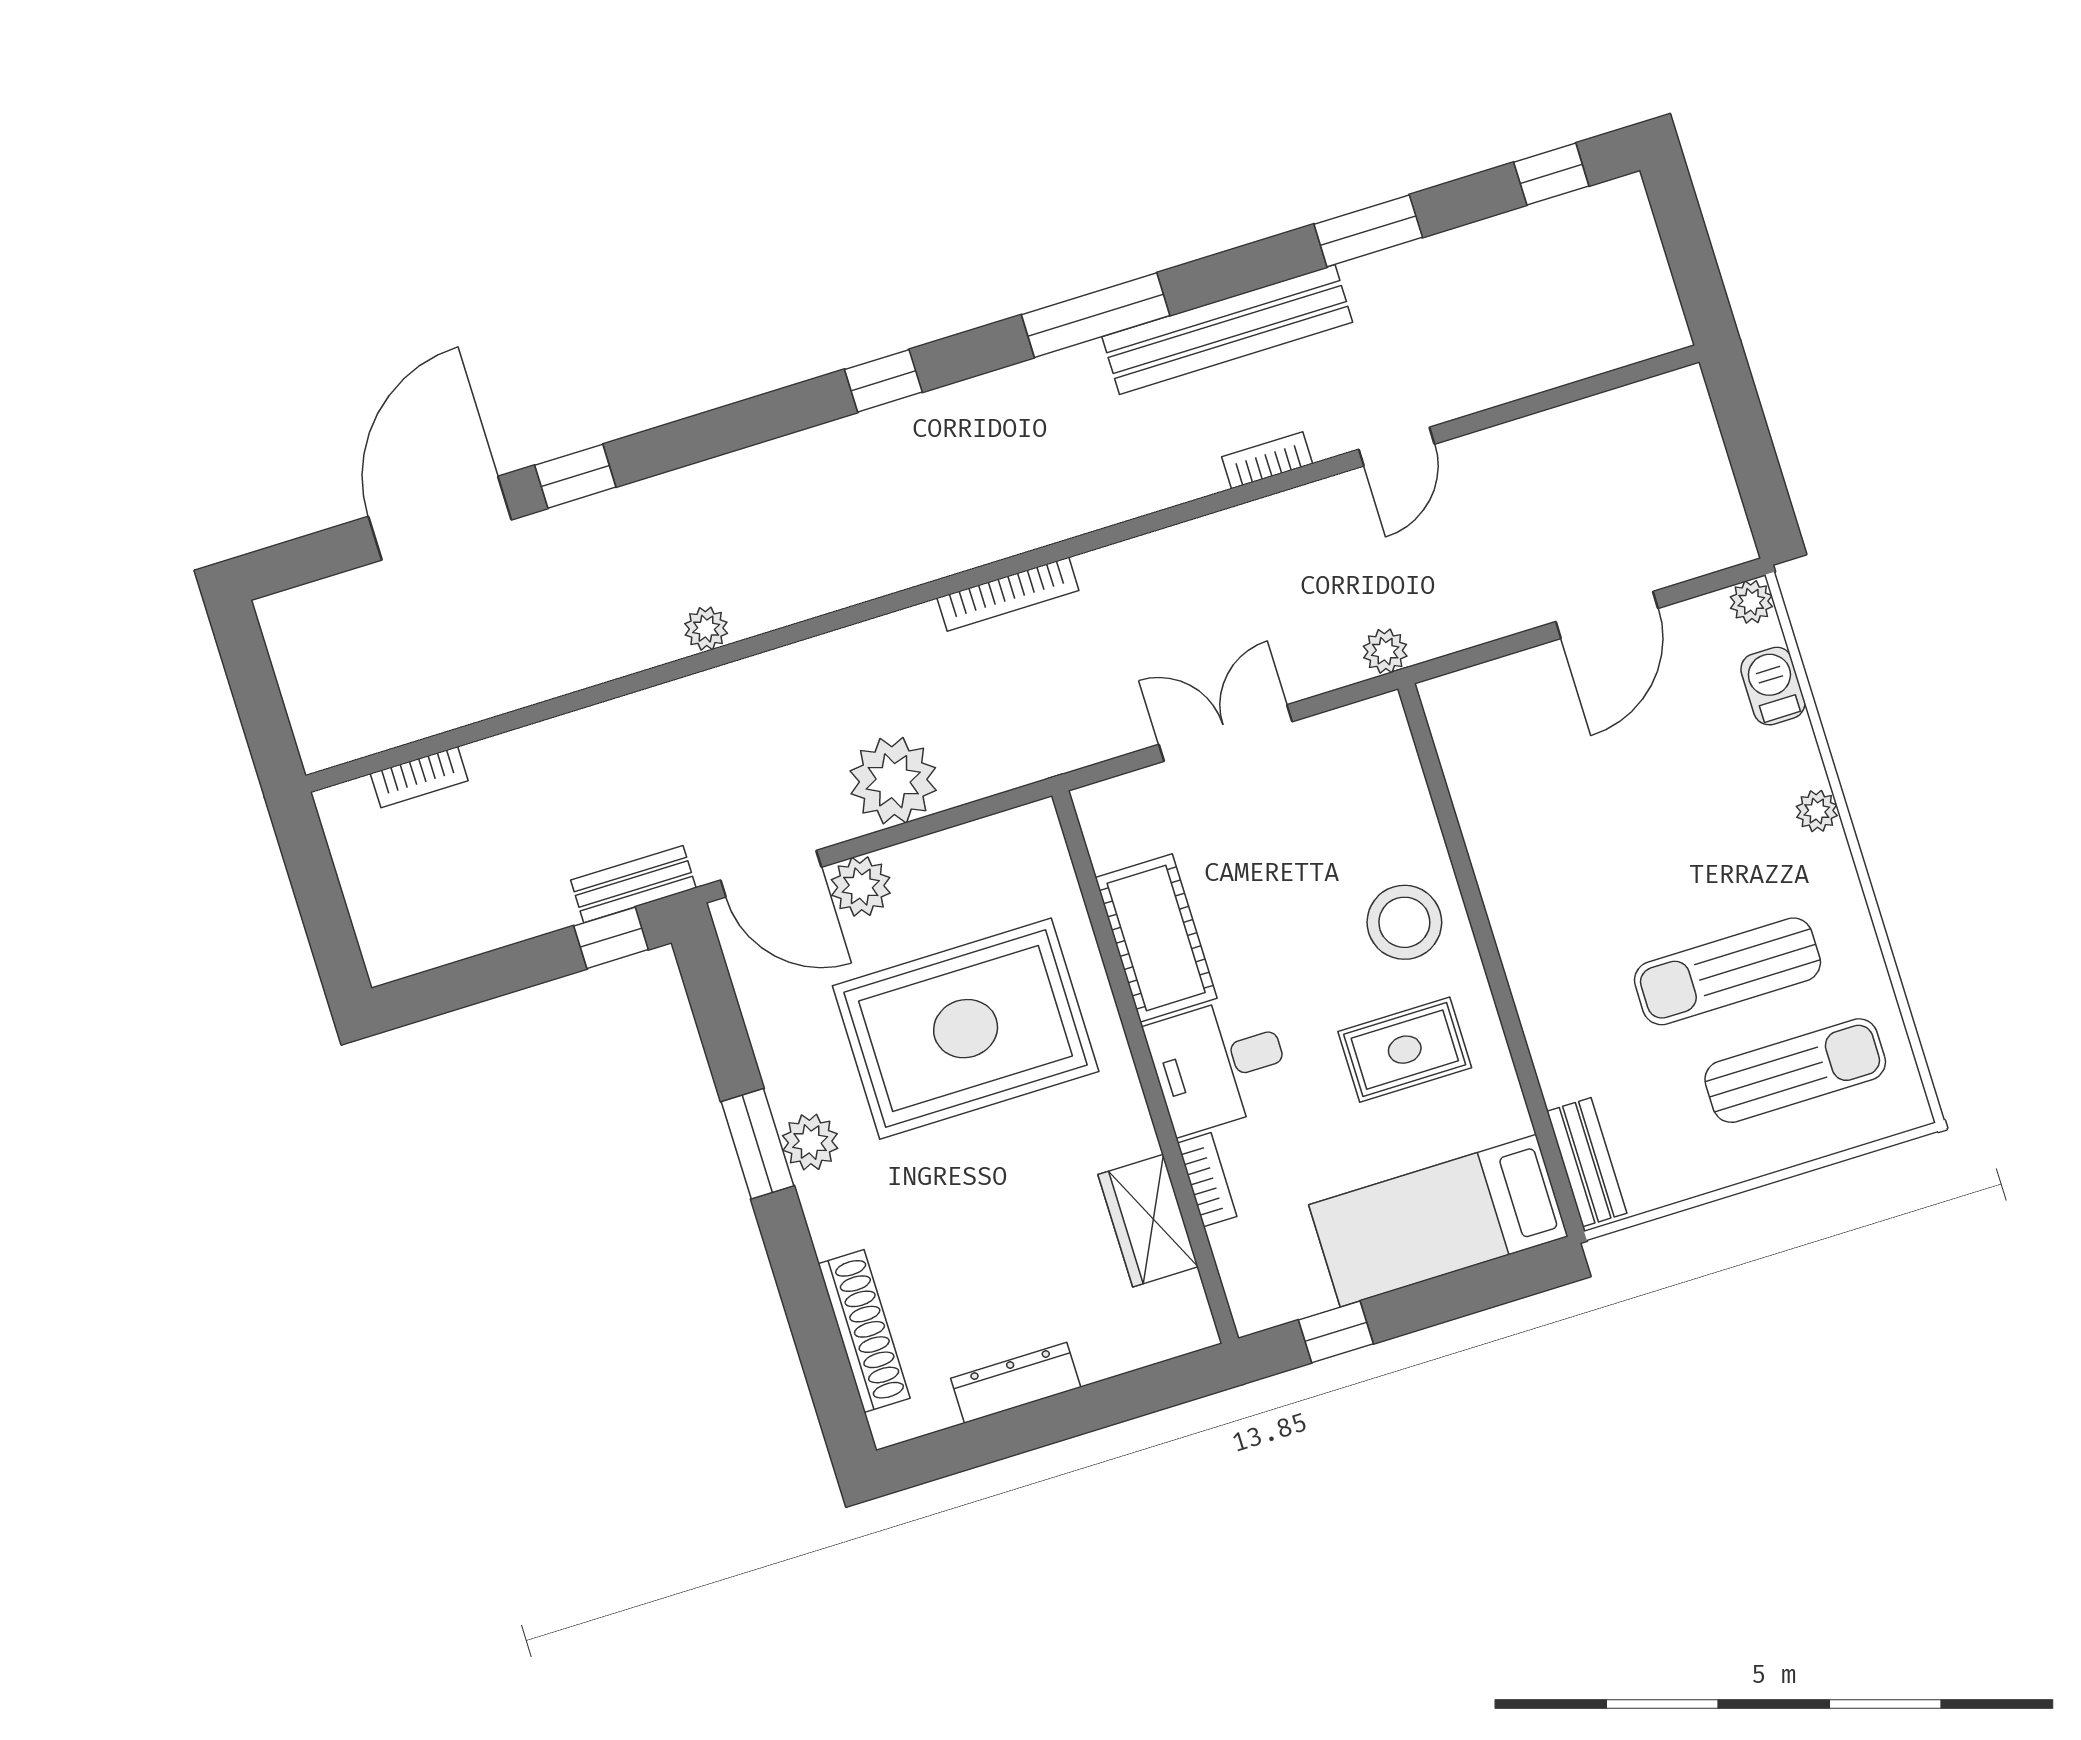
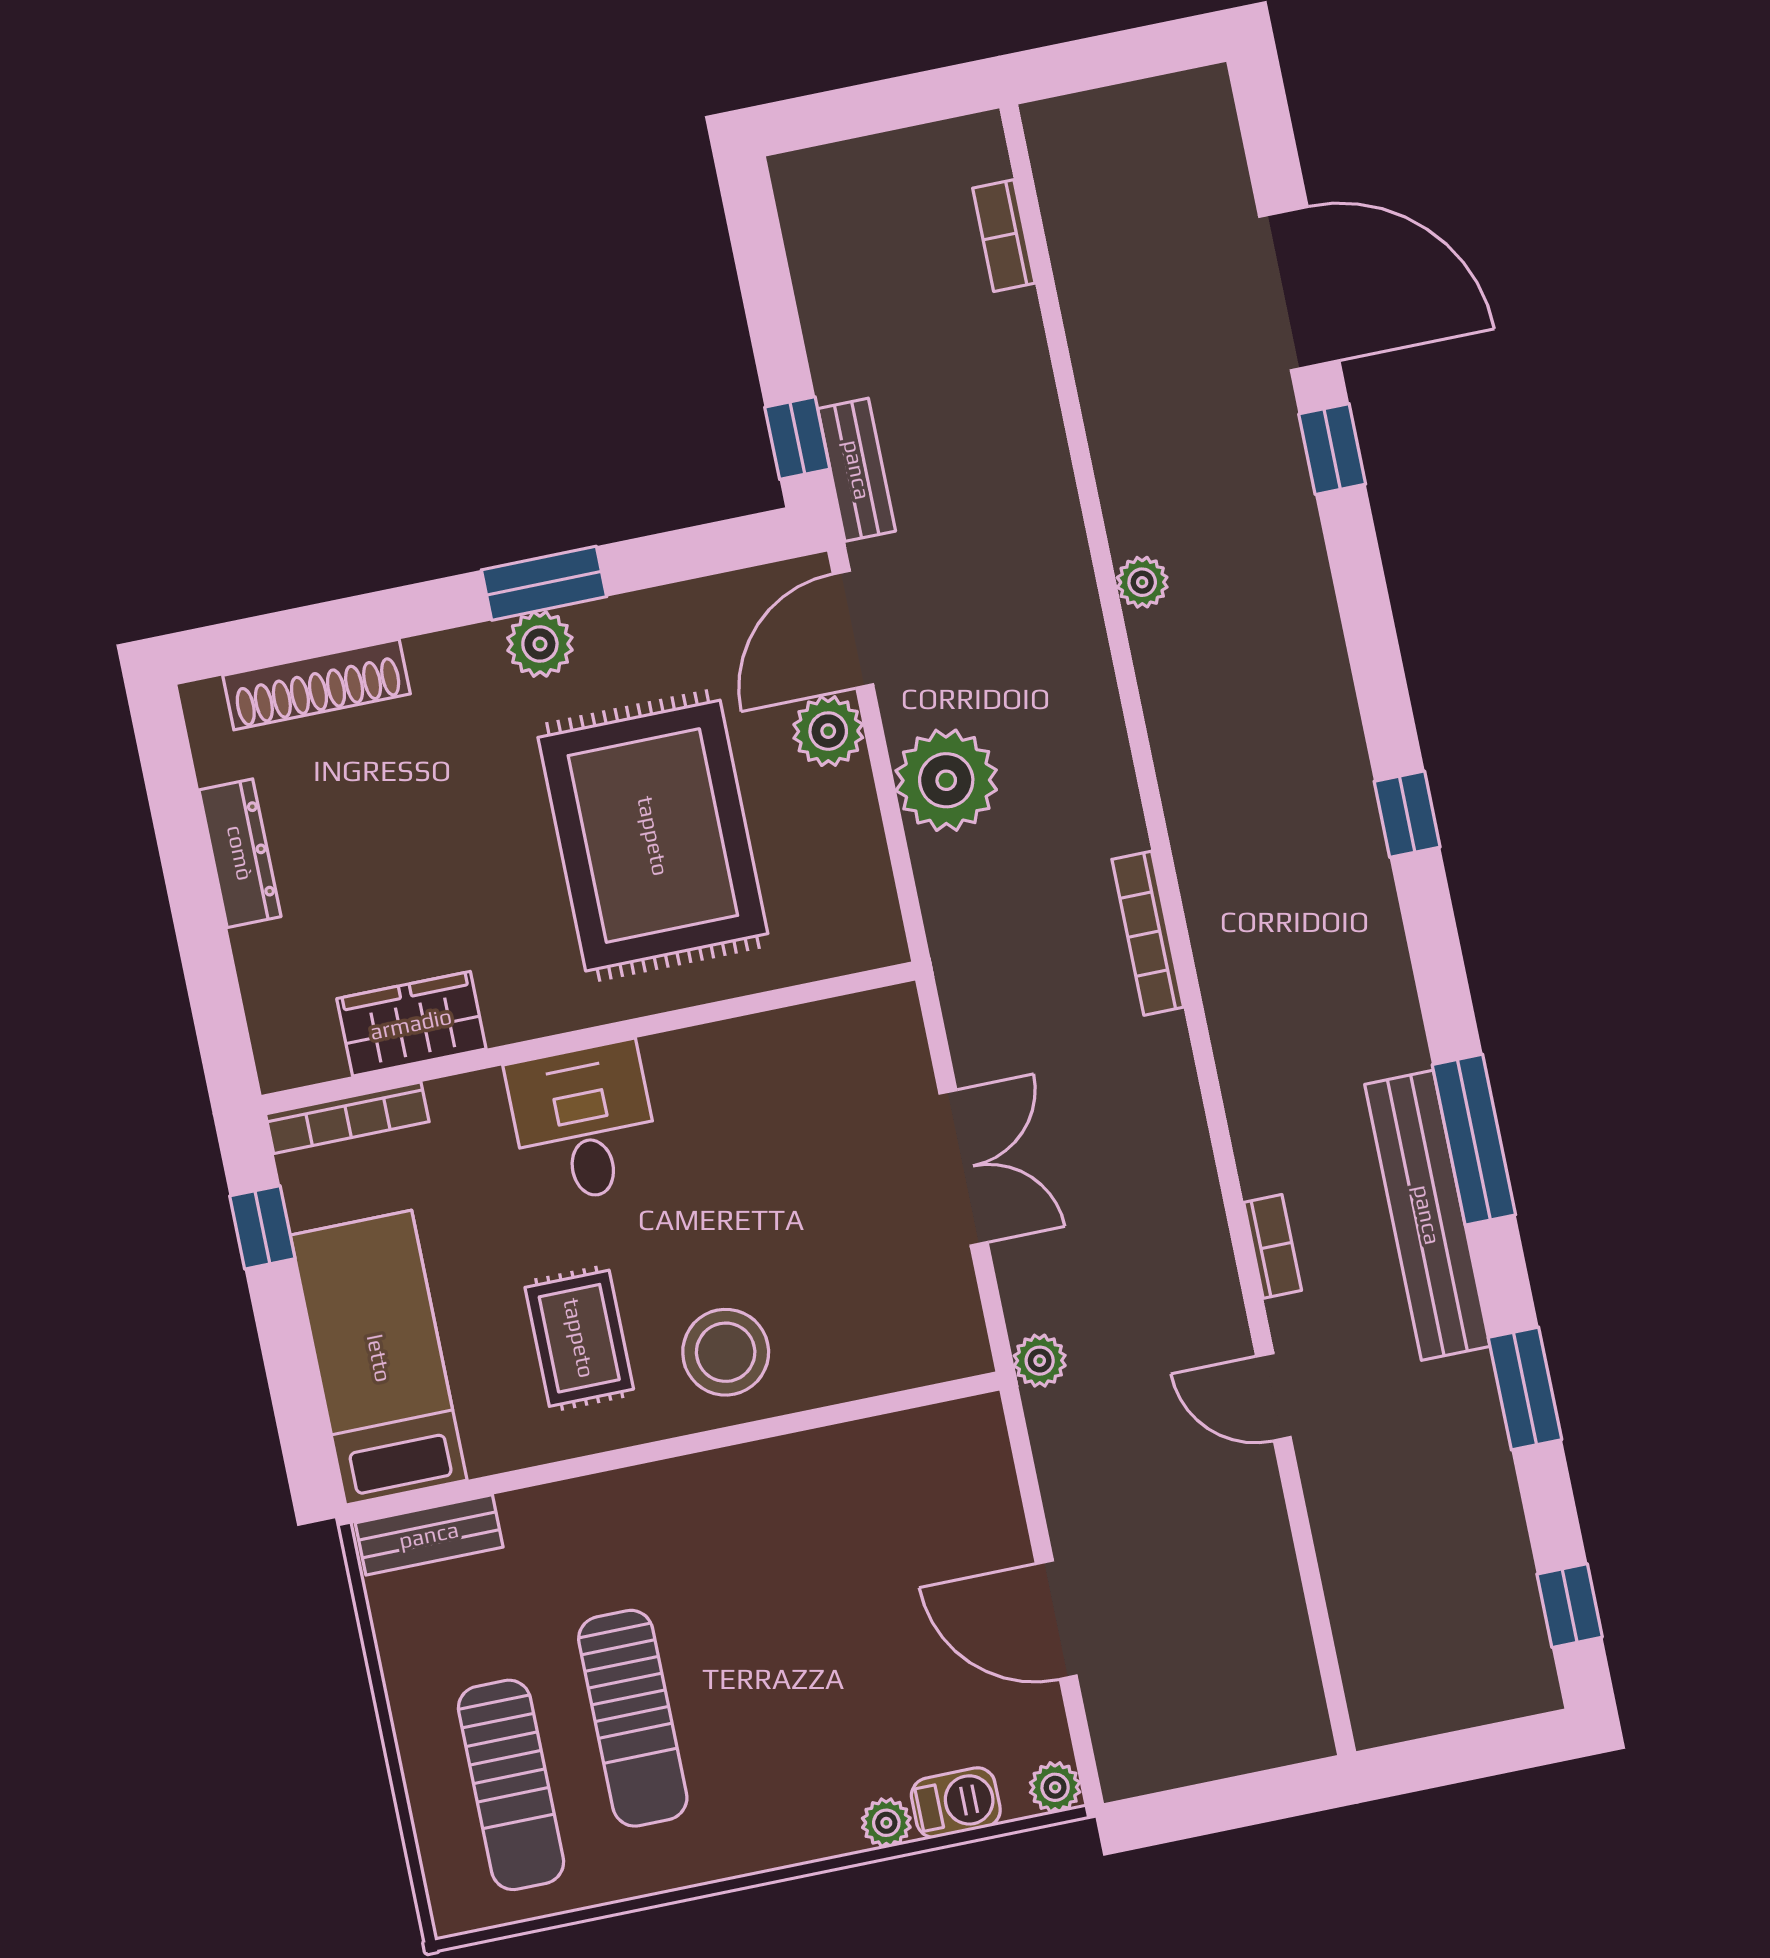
window: (1096, 315) -> (1474, 1140), moved
plant: (1817, 811) -> (886, 1823), moved
cot: (1156, 938) -> (736, 1065), removed
sun lounger: (1727, 971) -> (633, 1718), turned 180
bookcase: (1207, 1180) -> (347, 1118), moved, width x1.56

